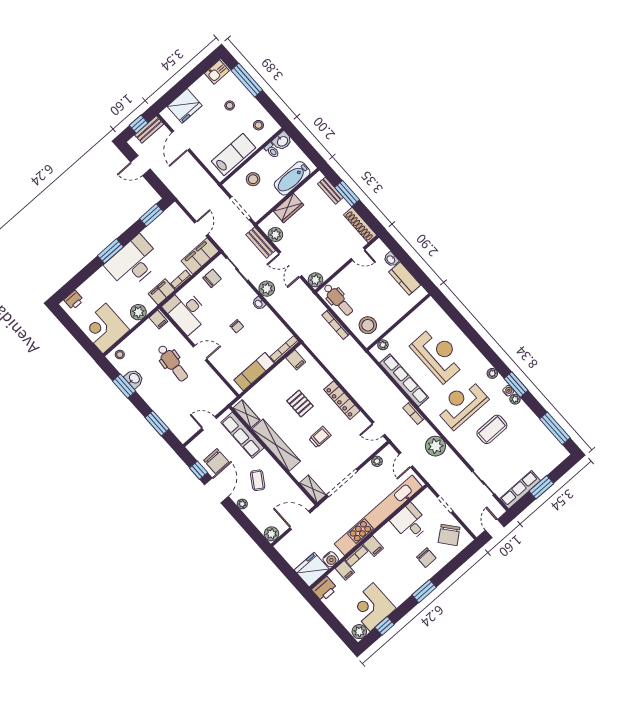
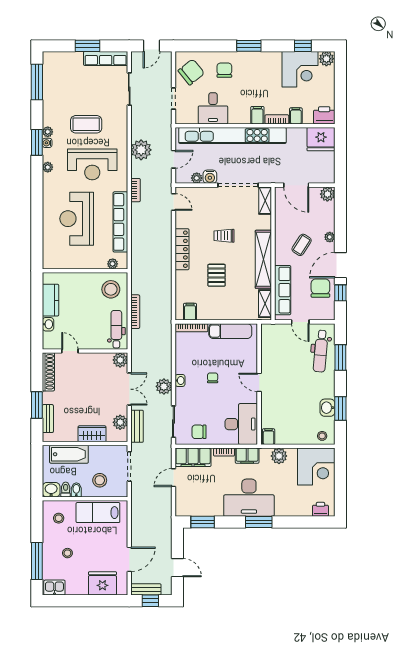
bidet: (264, 157) -> (76, 490), added
dental chair: (173, 363) -> (321, 351), moved, turned 180
water cooler: (331, 559) -> (210, 177), moved, turned 180

